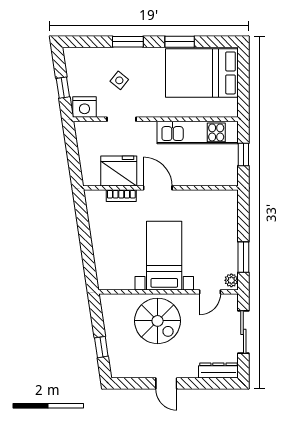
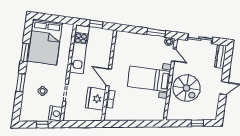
door: (158, 188) -> (109, 77), hinge flipped
spiral stairs: (158, 321) -> (187, 88), turned 90

